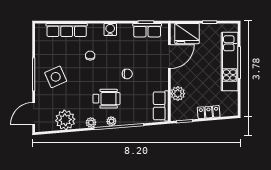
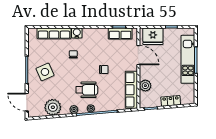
water cooler: (110, 29) -> (77, 33), moved
door: (169, 57) -> (138, 55), hinge flipped
row of seats: (161, 106) -> (131, 90), width x1.48
door: (34, 114) -> (27, 102), hinge flipped

